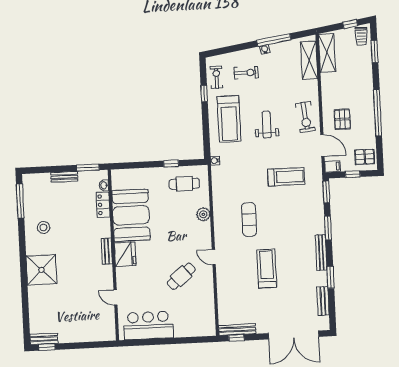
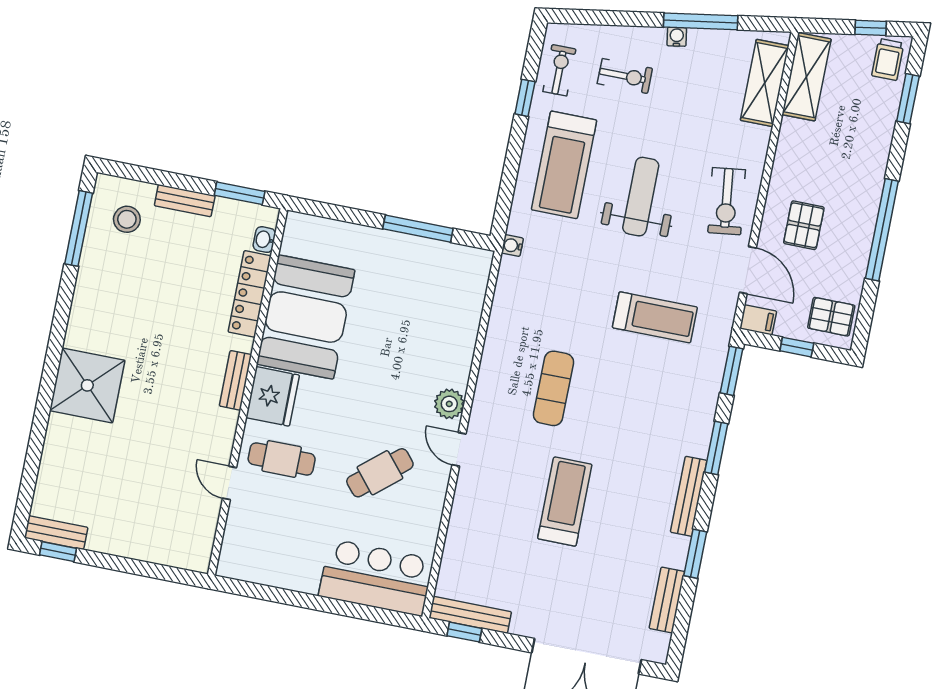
weight bench: (267, 125) -> (641, 197), width x1.36, depth x1.33
window: (171, 164) -> (418, 229), width x2.17
cafe table: (184, 184) -> (282, 459), moved
locker: (103, 205) -> (250, 294), width x1.53
plant: (203, 214) -> (449, 404), moved
stool: (44, 227) -> (127, 219), moved
bar counter: (148, 325) -> (376, 577), moved

